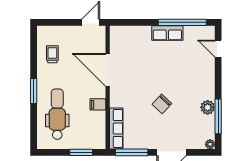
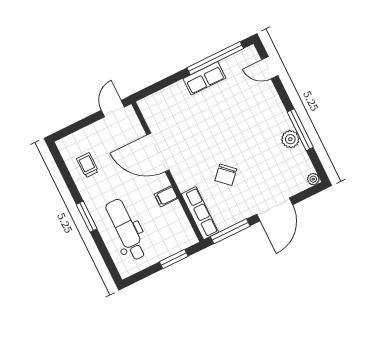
chair: (162, 104) -> (226, 175), moved
window: (218, 116) -> (300, 130), moved

